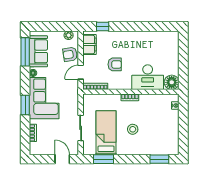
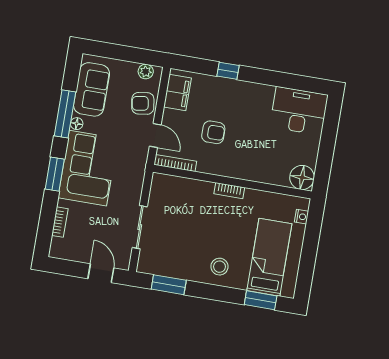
window: (103, 27) -> (228, 71), moved
window: (25, 52) -> (65, 114), moved
door: (81, 72) -> (155, 136), swing flipped
desk: (148, 77) -> (299, 111), moved, turned 180
stool: (133, 129) -> (219, 267), moved
bed: (106, 133) -> (269, 257), moved

